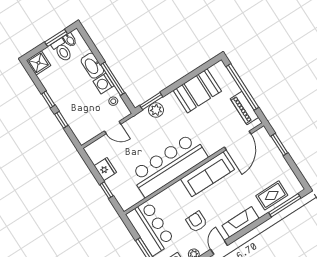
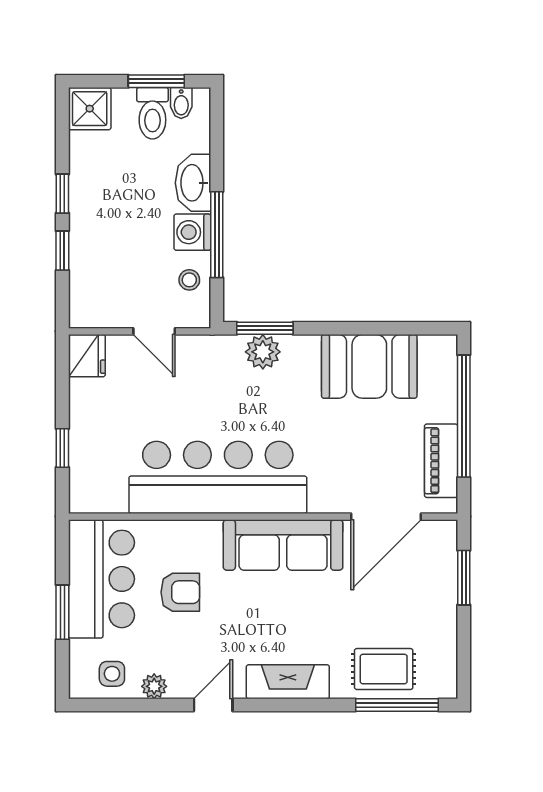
fridge: (105, 169) -> (87, 356), moved
armchair: (197, 222) -> (180, 592), moved, turned 90

